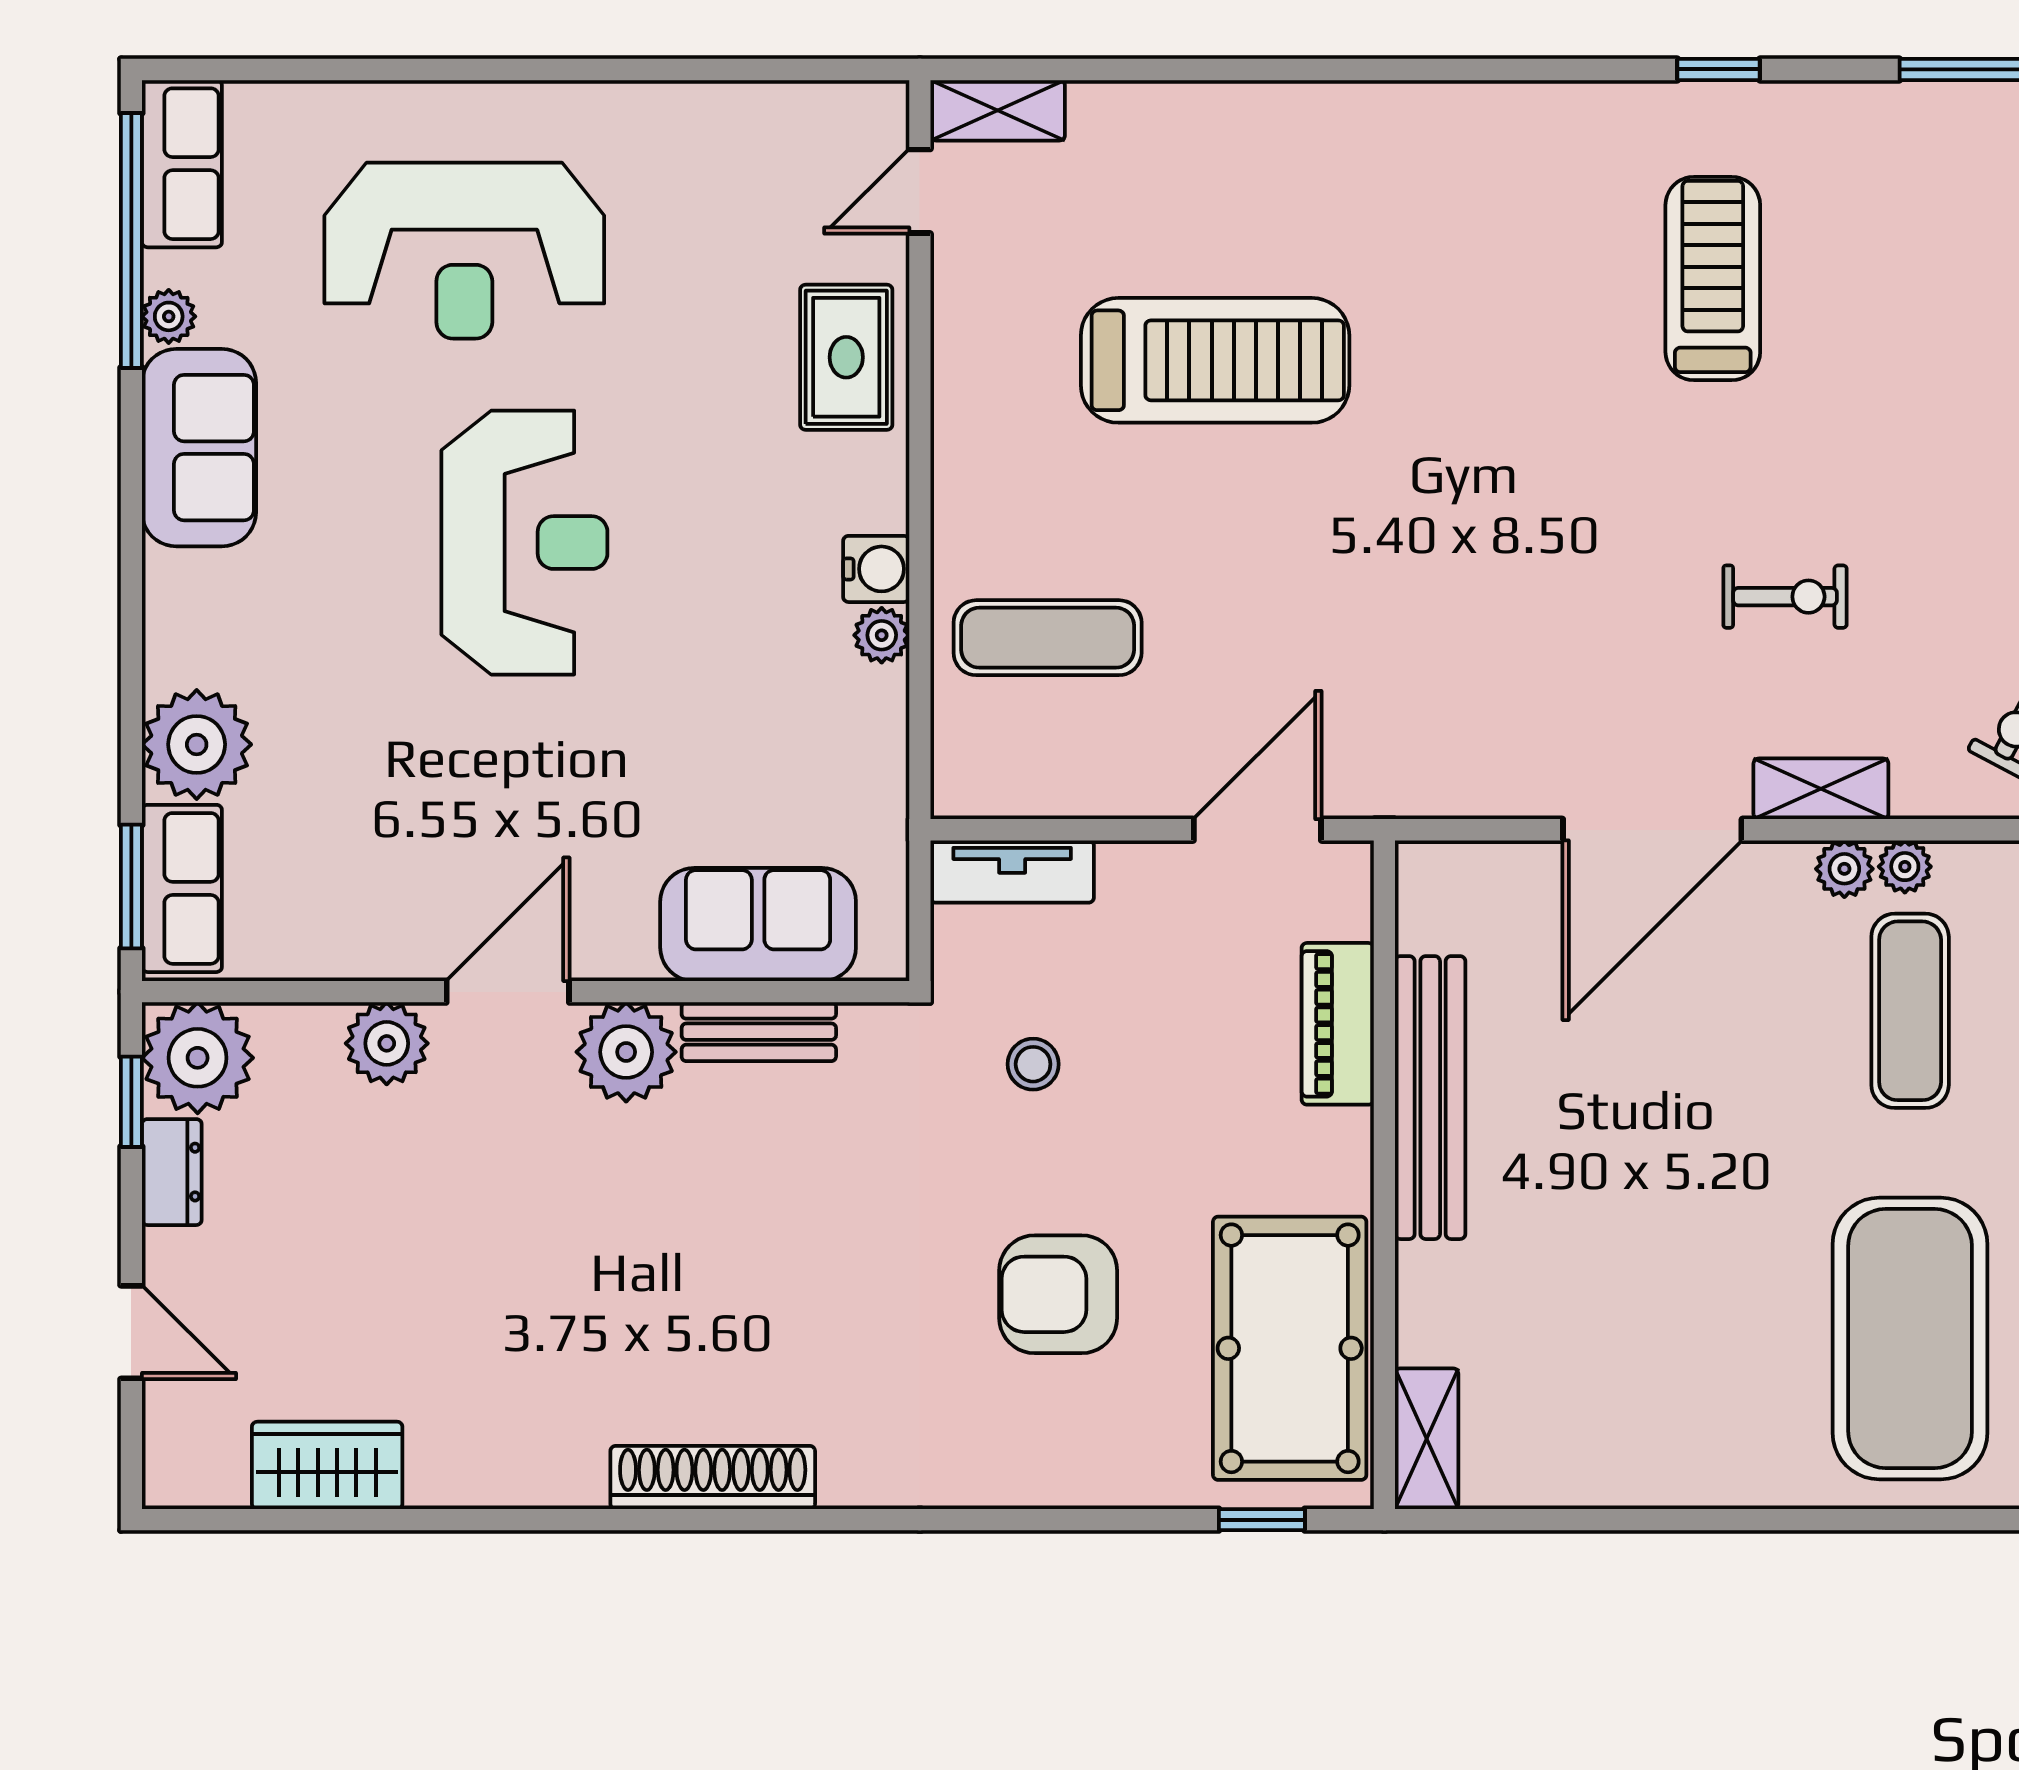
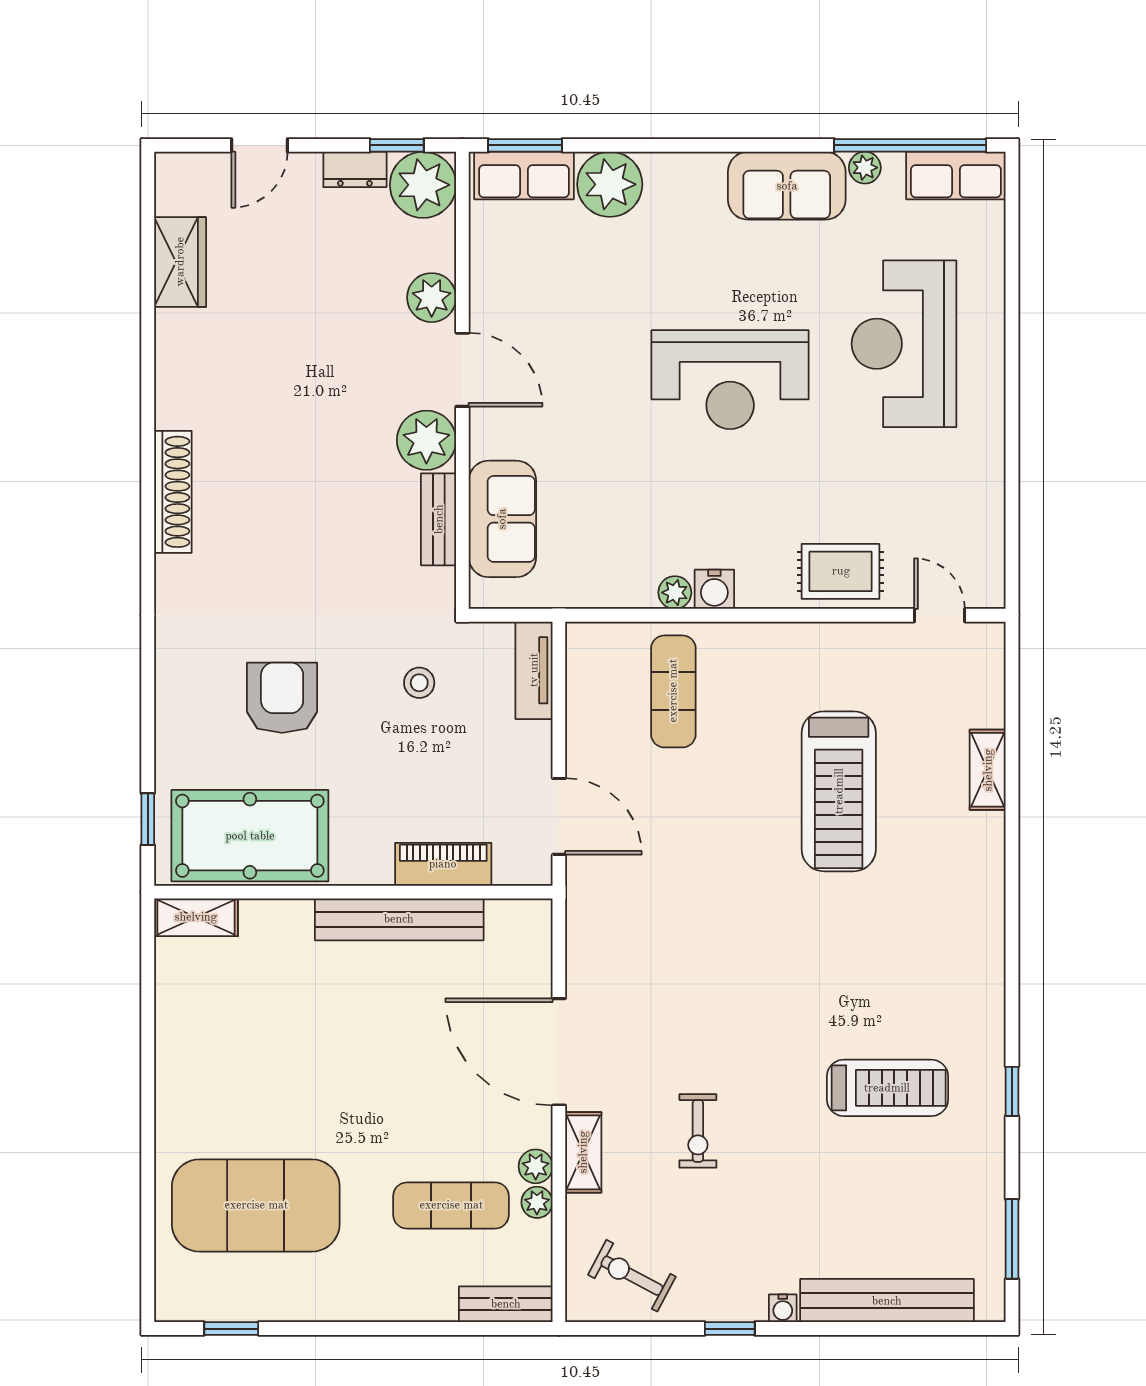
shelving: (998, 110) -> (988, 770), moved

